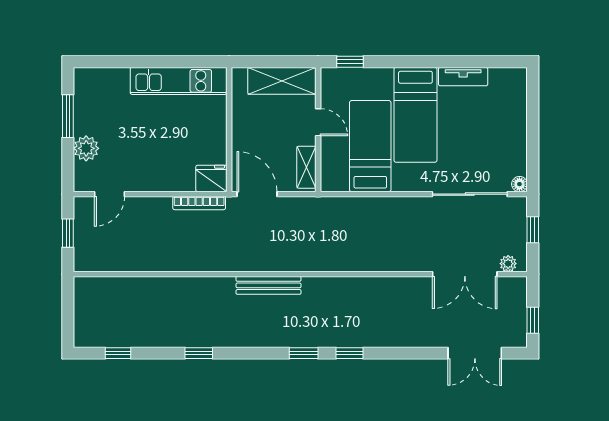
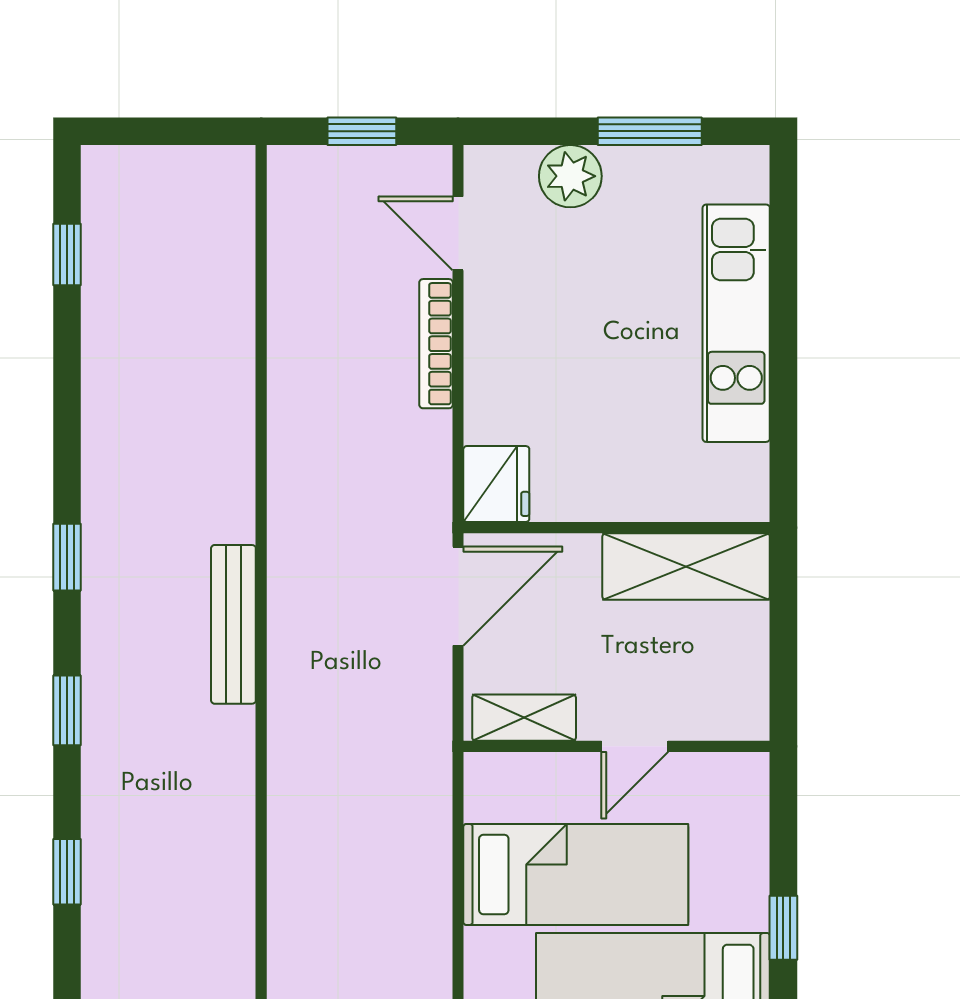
window: (350, 62) -> (783, 928), moved
kitchen unit: (179, 81) -> (736, 323), moved
shelving: (282, 81) -> (686, 567), moved, turned 90
bookcase: (199, 203) -> (436, 344), moved
window: (199, 353) -> (67, 557), moved
window: (350, 353) -> (67, 872), moved

